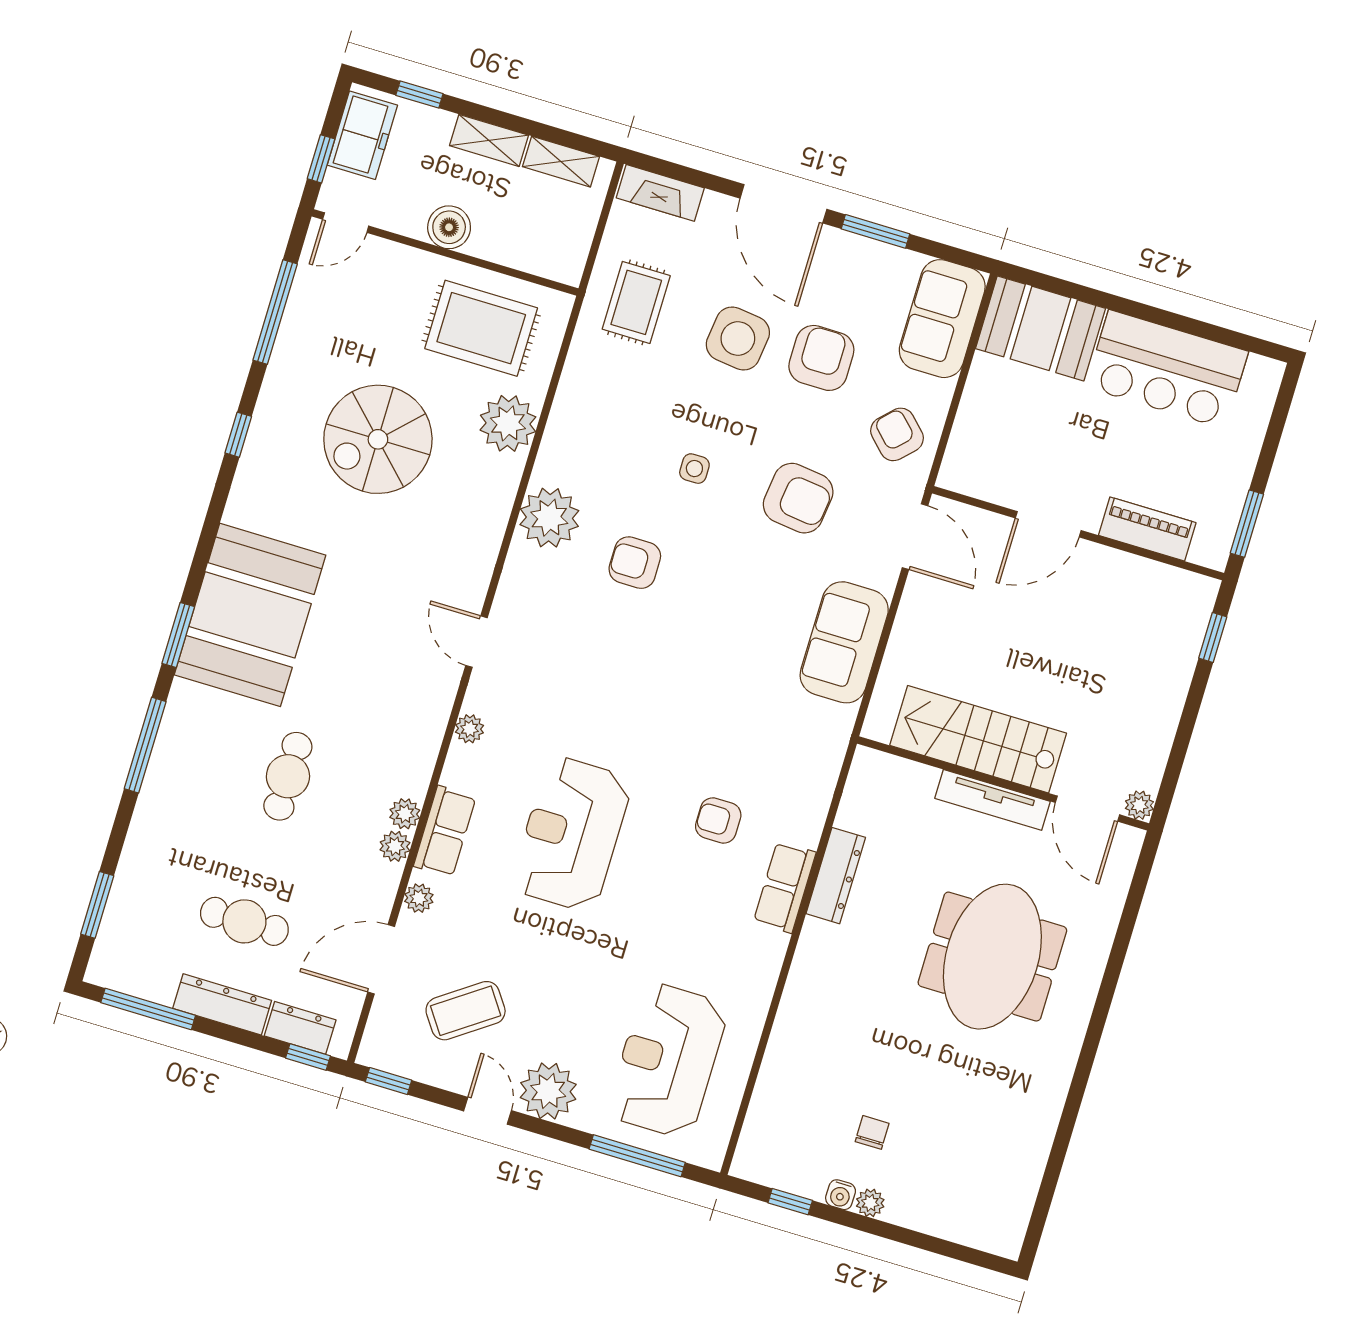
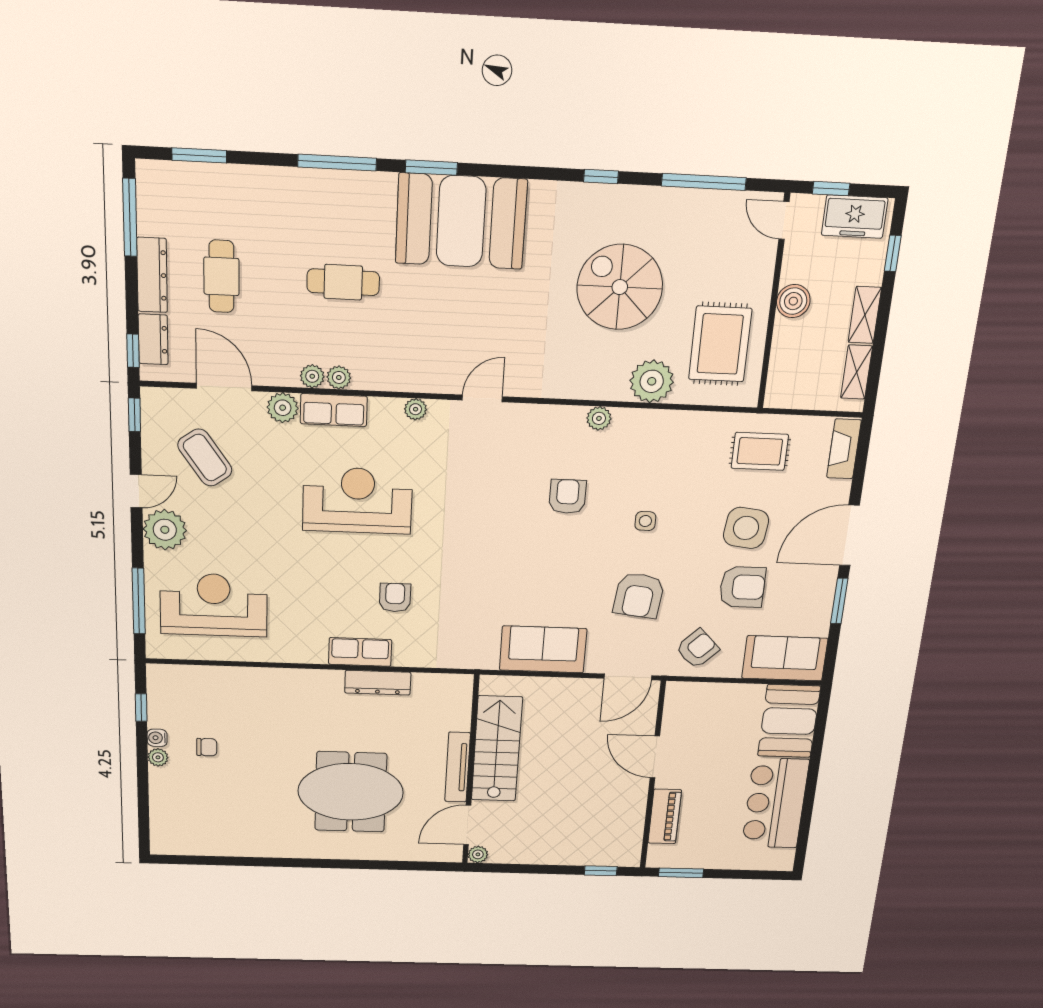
plant: (549, 518) -> (599, 418), width x0.53, depth x0.53
plant: (419, 898) -> (283, 408), width x1.38, depth x1.38

